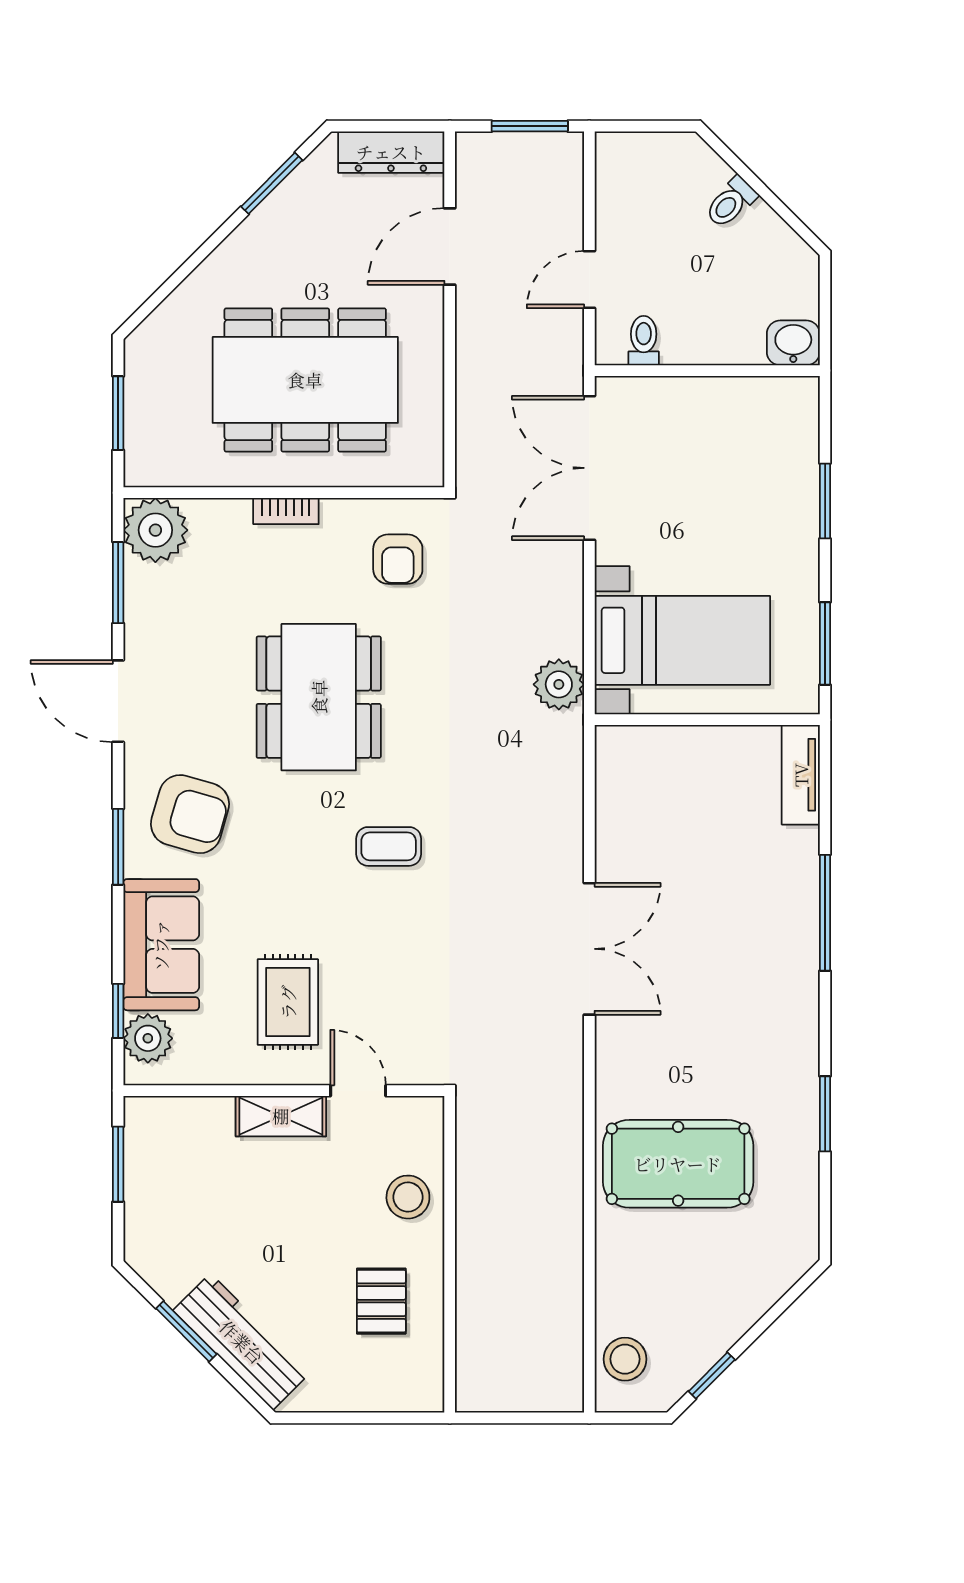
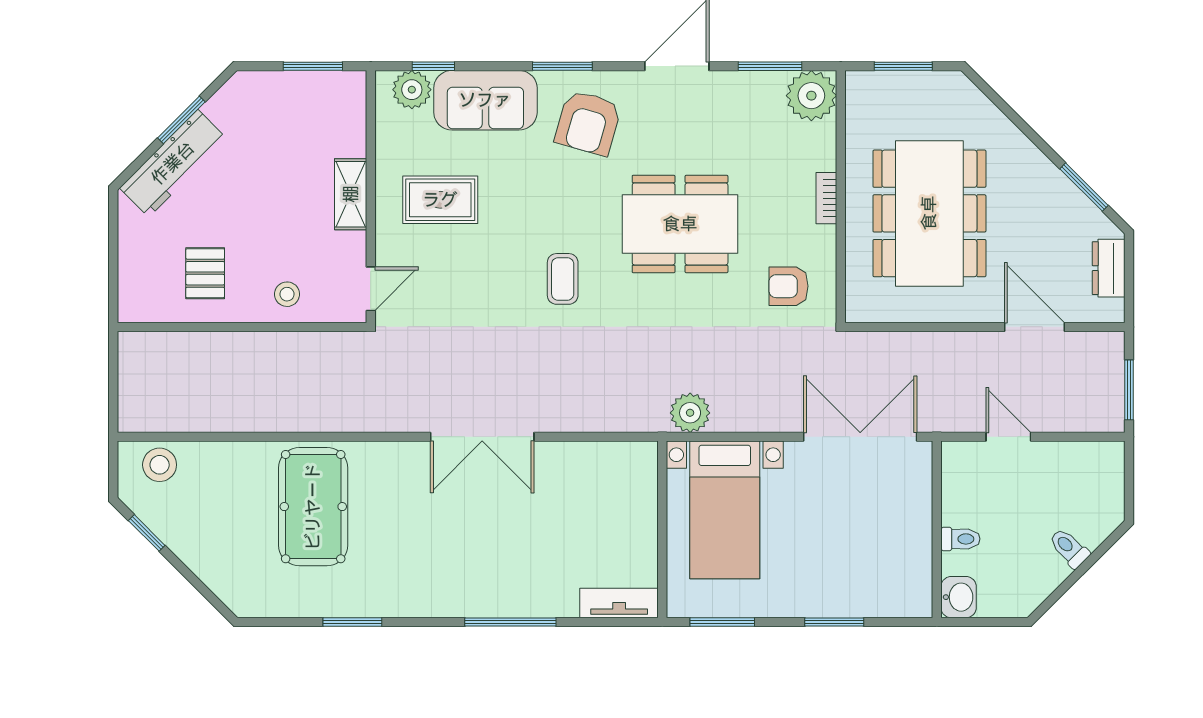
dresser: (391, 152) -> (1109, 268), width x0.70
toilet: (644, 341) -> (960, 539), moved
door: (358, 1091) -> (371, 289), moved
stool: (408, 1197) -> (287, 294), width x0.73, depth x0.73
pallet: (381, 1301) -> (205, 273), turned 90

